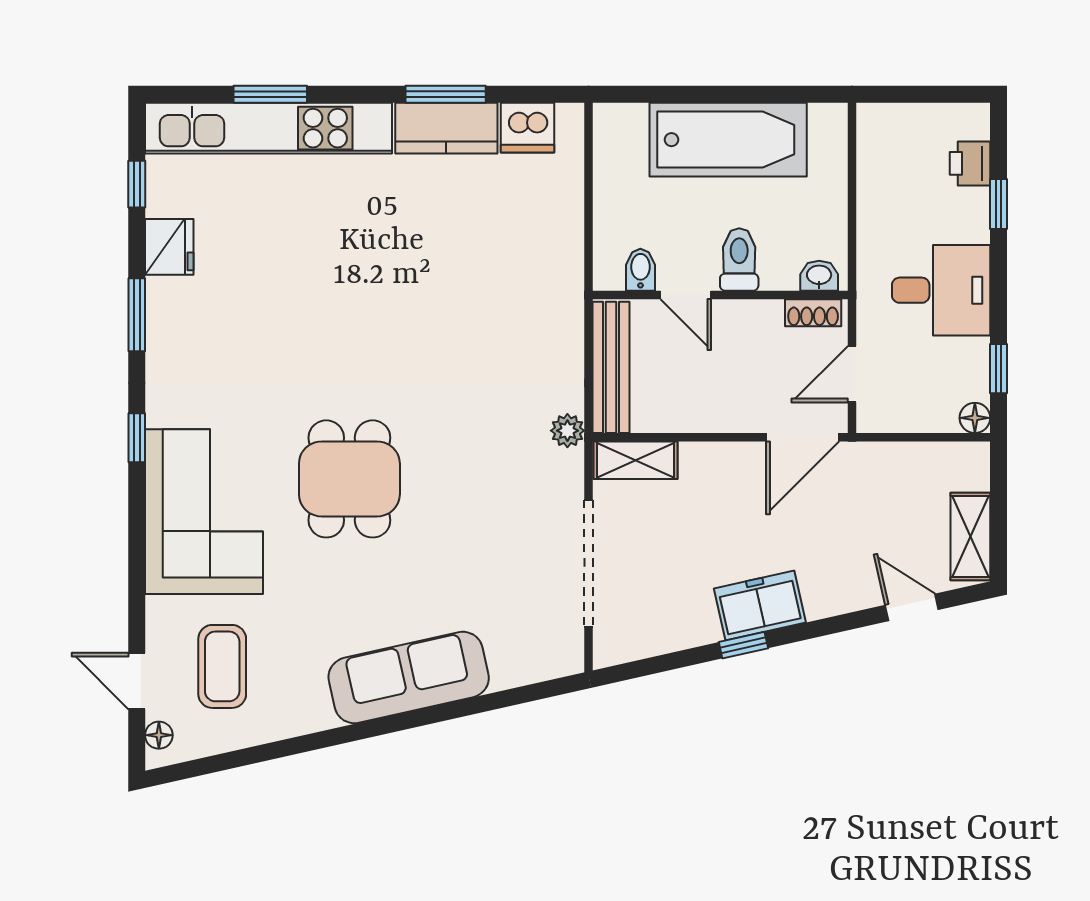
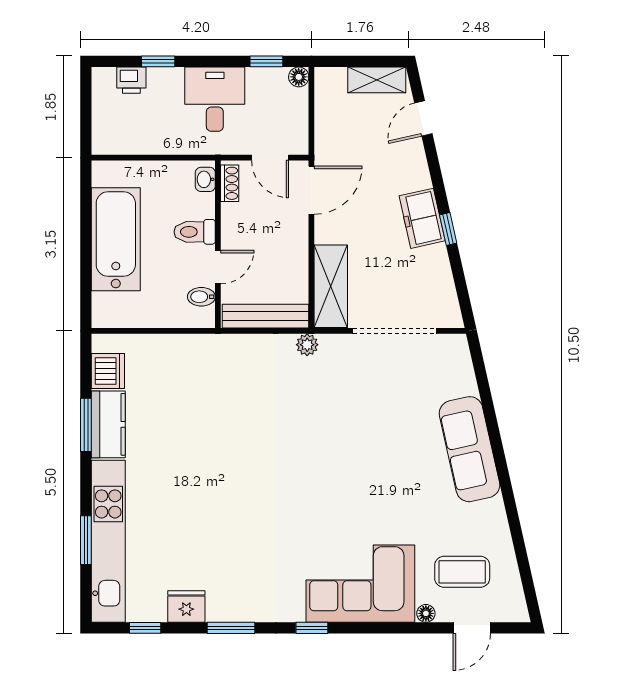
door: (803, 437) -> (311, 190), hinge flipped
shelving: (636, 460) -> (331, 286), width x1.50, depth x1.33
dining table: (349, 479) -> (339, 488), removed
floor lamp: (159, 735) -> (426, 613), moved

